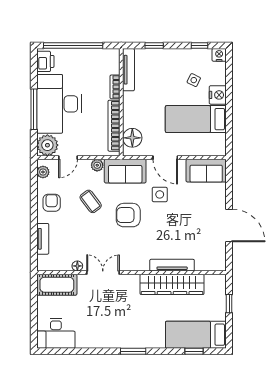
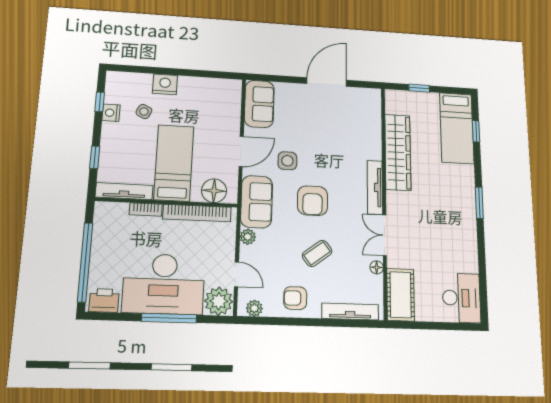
nightstand: (219, 55) -> (111, 113), moved
bed: (196, 119) -> (174, 163), moved, turned 180
coffee table: (91, 201) -> (317, 253), moved
tv unit: (43, 239) -> (350, 312), width x1.41
tv unit: (172, 265) -> (375, 187), moved

